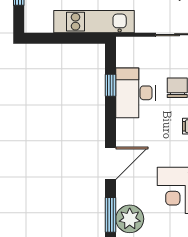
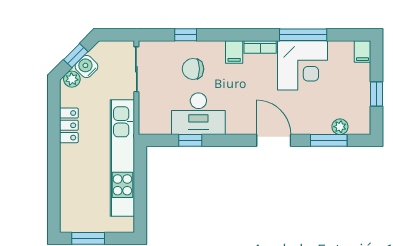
kitchen unit: (94, 22) -> (122, 158), width x1.36
plant: (130, 219) -> (340, 127), width x0.53, depth x0.53

